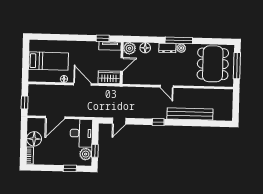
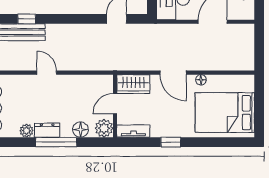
window: (103, 38) -> (171, 142), moved
window: (179, 40) -> (56, 142), moved
bed: (49, 61) -> (225, 113), width x1.50
window: (25, 102) -> (259, 43), removed
window: (158, 122) -> (27, 19), moved

